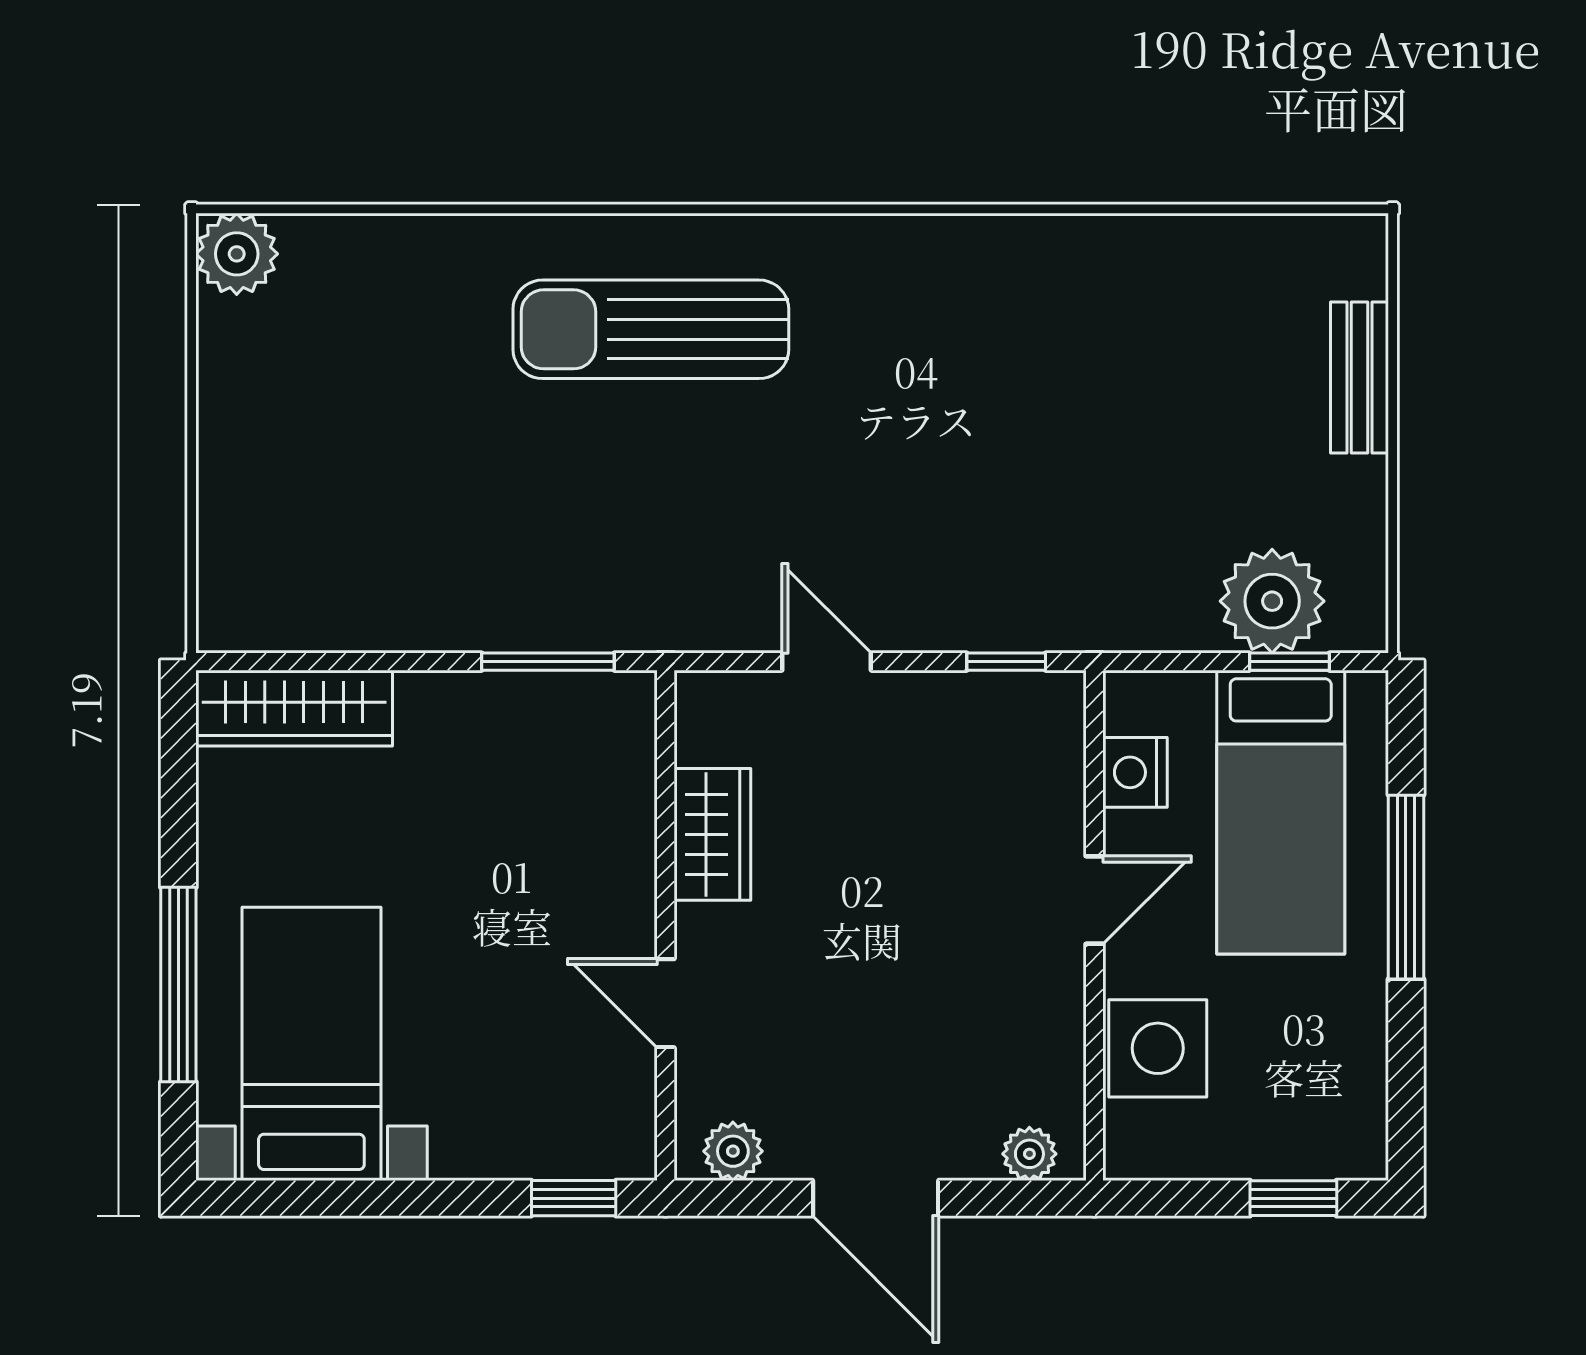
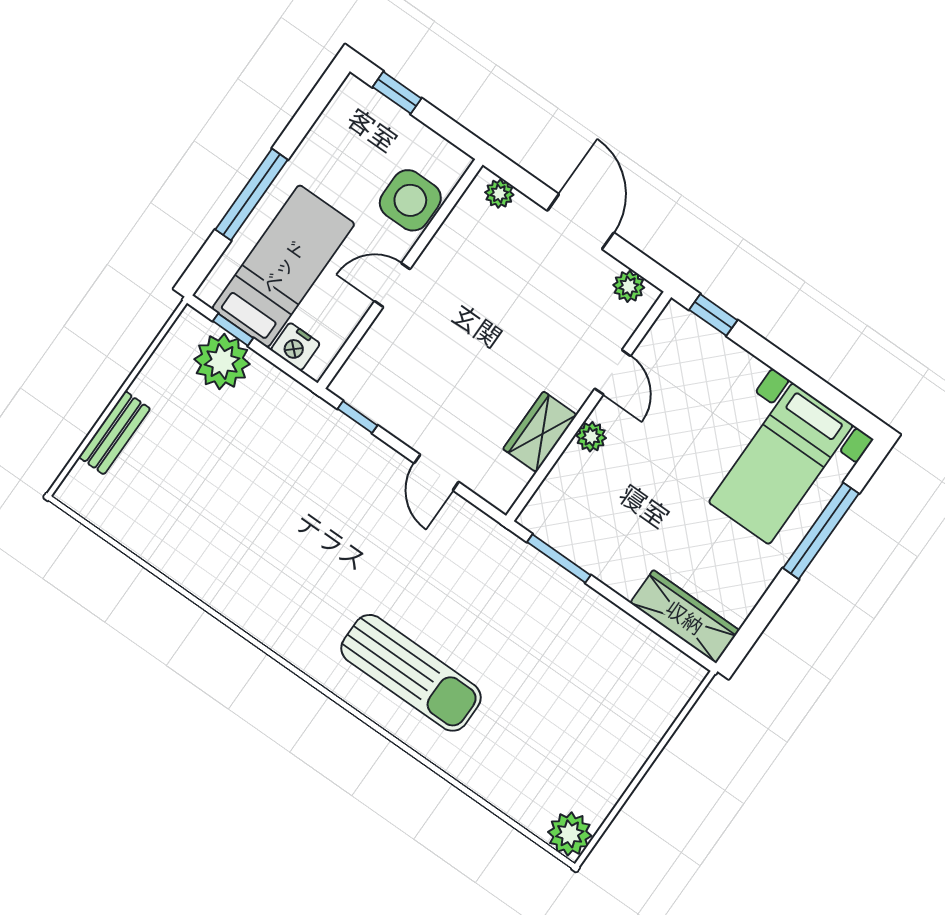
nightstand: (1135, 772) -> (295, 347), moved, turned 90
plant: (629, 882) -> (591, 437), added

